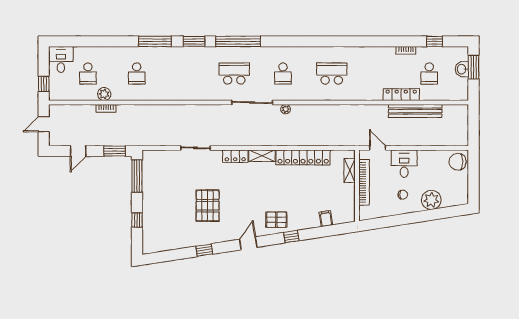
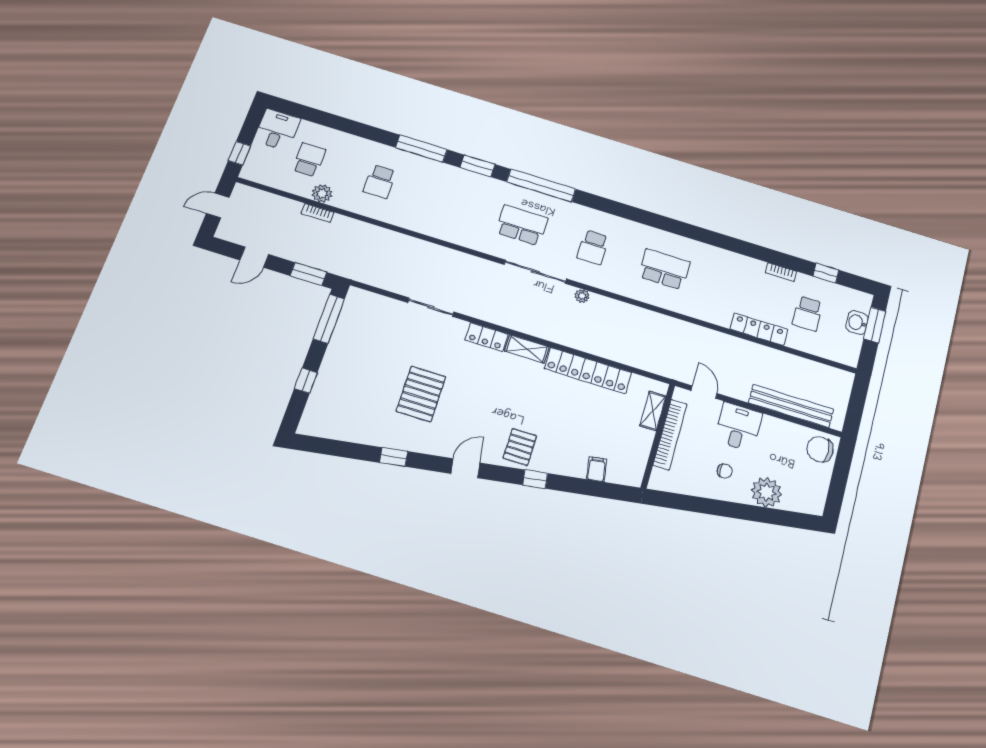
school desk: (88, 74) -> (309, 160), turned 180
bench: (415, 111) -> (791, 406), moved
pallet: (276, 220) -> (520, 447), turned 90

